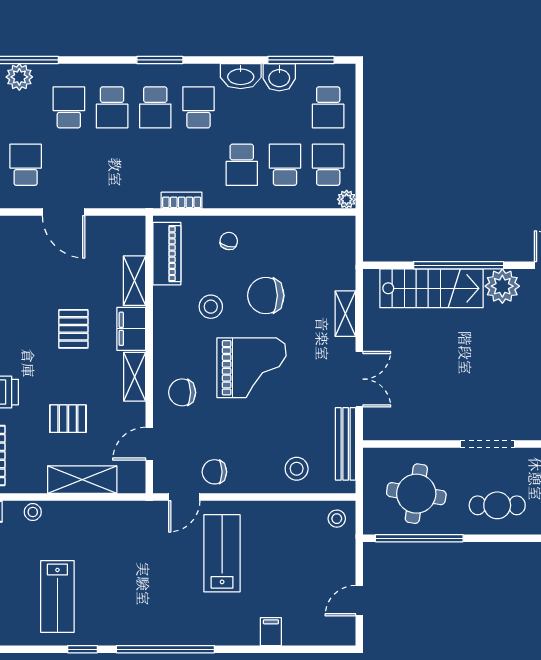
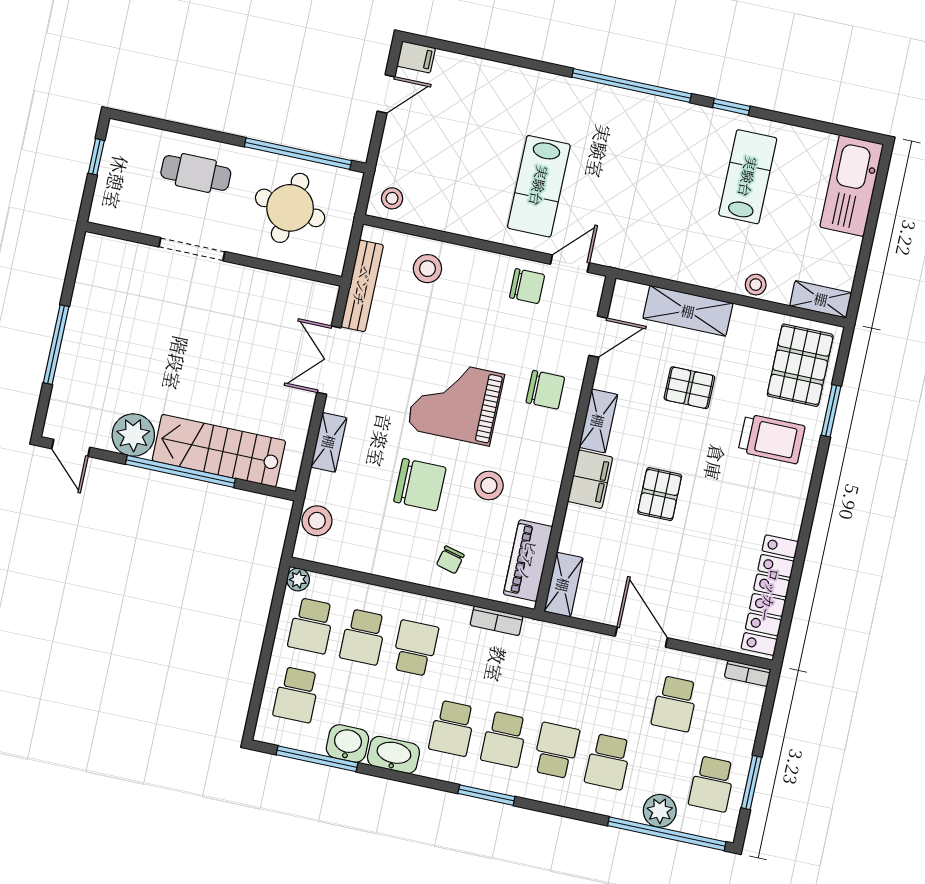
school desk: (155, 107) -> (504, 739), turned 180
school desk: (328, 107) -> (296, 695), turned 180
stool: (342, 249) -> (317, 521), added
shelving: (134, 281) -> (563, 585), moved
filing cabinet: (271, 632) -> (416, 57), moved, turned -90

